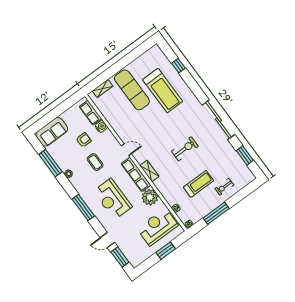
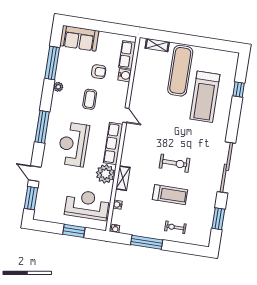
shelving: (149, 171) -> (123, 178), moved
treadmill: (199, 184) -> (170, 195), moved

